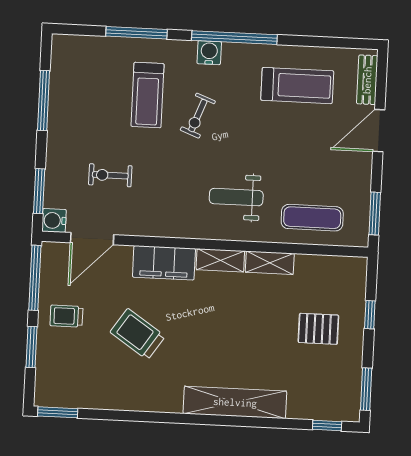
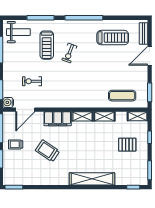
water cooler: (209, 53) -> (73, 25), removed
weight bench: (236, 197) -> (18, 32), moved, turned 180
shelving: (345, 266) -> (137, 116), added

